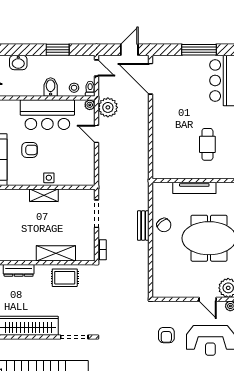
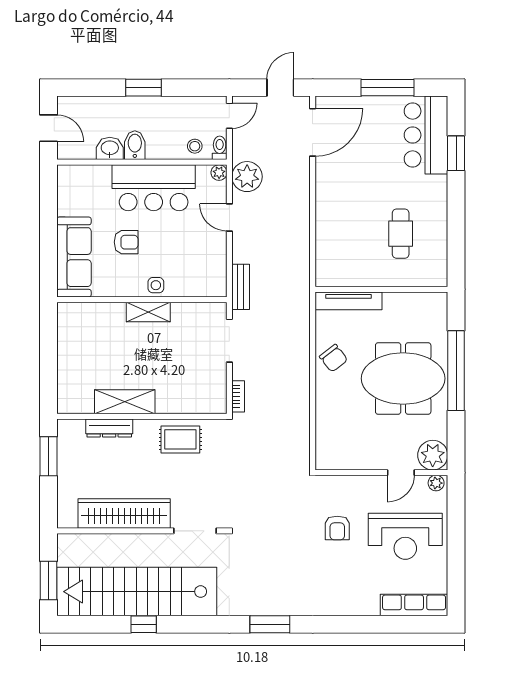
window: (58, 50) -> (143, 88), moved
washbasin: (18, 62) -> (110, 148), moved, turned 180
door: (96, 68) -> (229, 116), hinge flipped
door: (150, 79) -> (313, 132), swing flipped
bidet: (51, 87) -> (135, 145), moved
tv unit: (194, 188) -> (349, 301), moved
bench: (143, 226) -> (241, 287), moved
shelving: (56, 253) -> (125, 402), moved
door: (208, 299) -> (401, 473), hinge flipped

